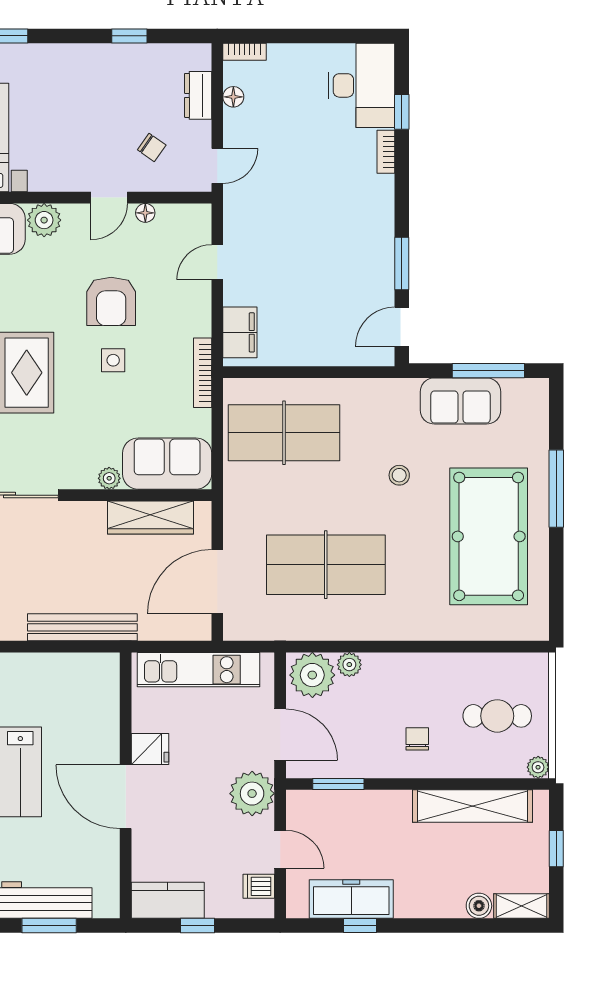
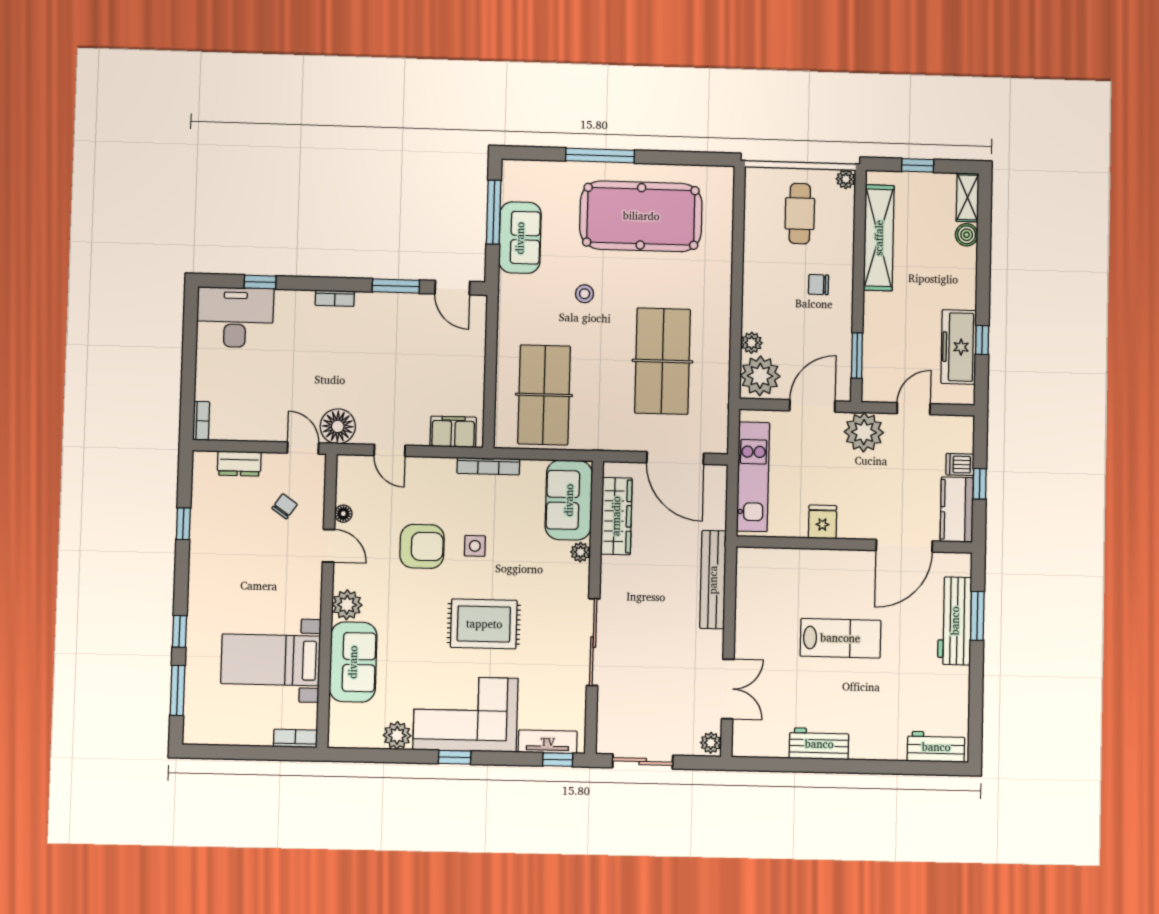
floor lamp: (233, 97) -> (338, 426), moved, width x1.89, depth x1.89
bookcase: (386, 152) -> (335, 298), moved
door: (126, 797) -> (904, 546), moved
dishwasher: (259, 886) -> (960, 464), moved, turned 90

